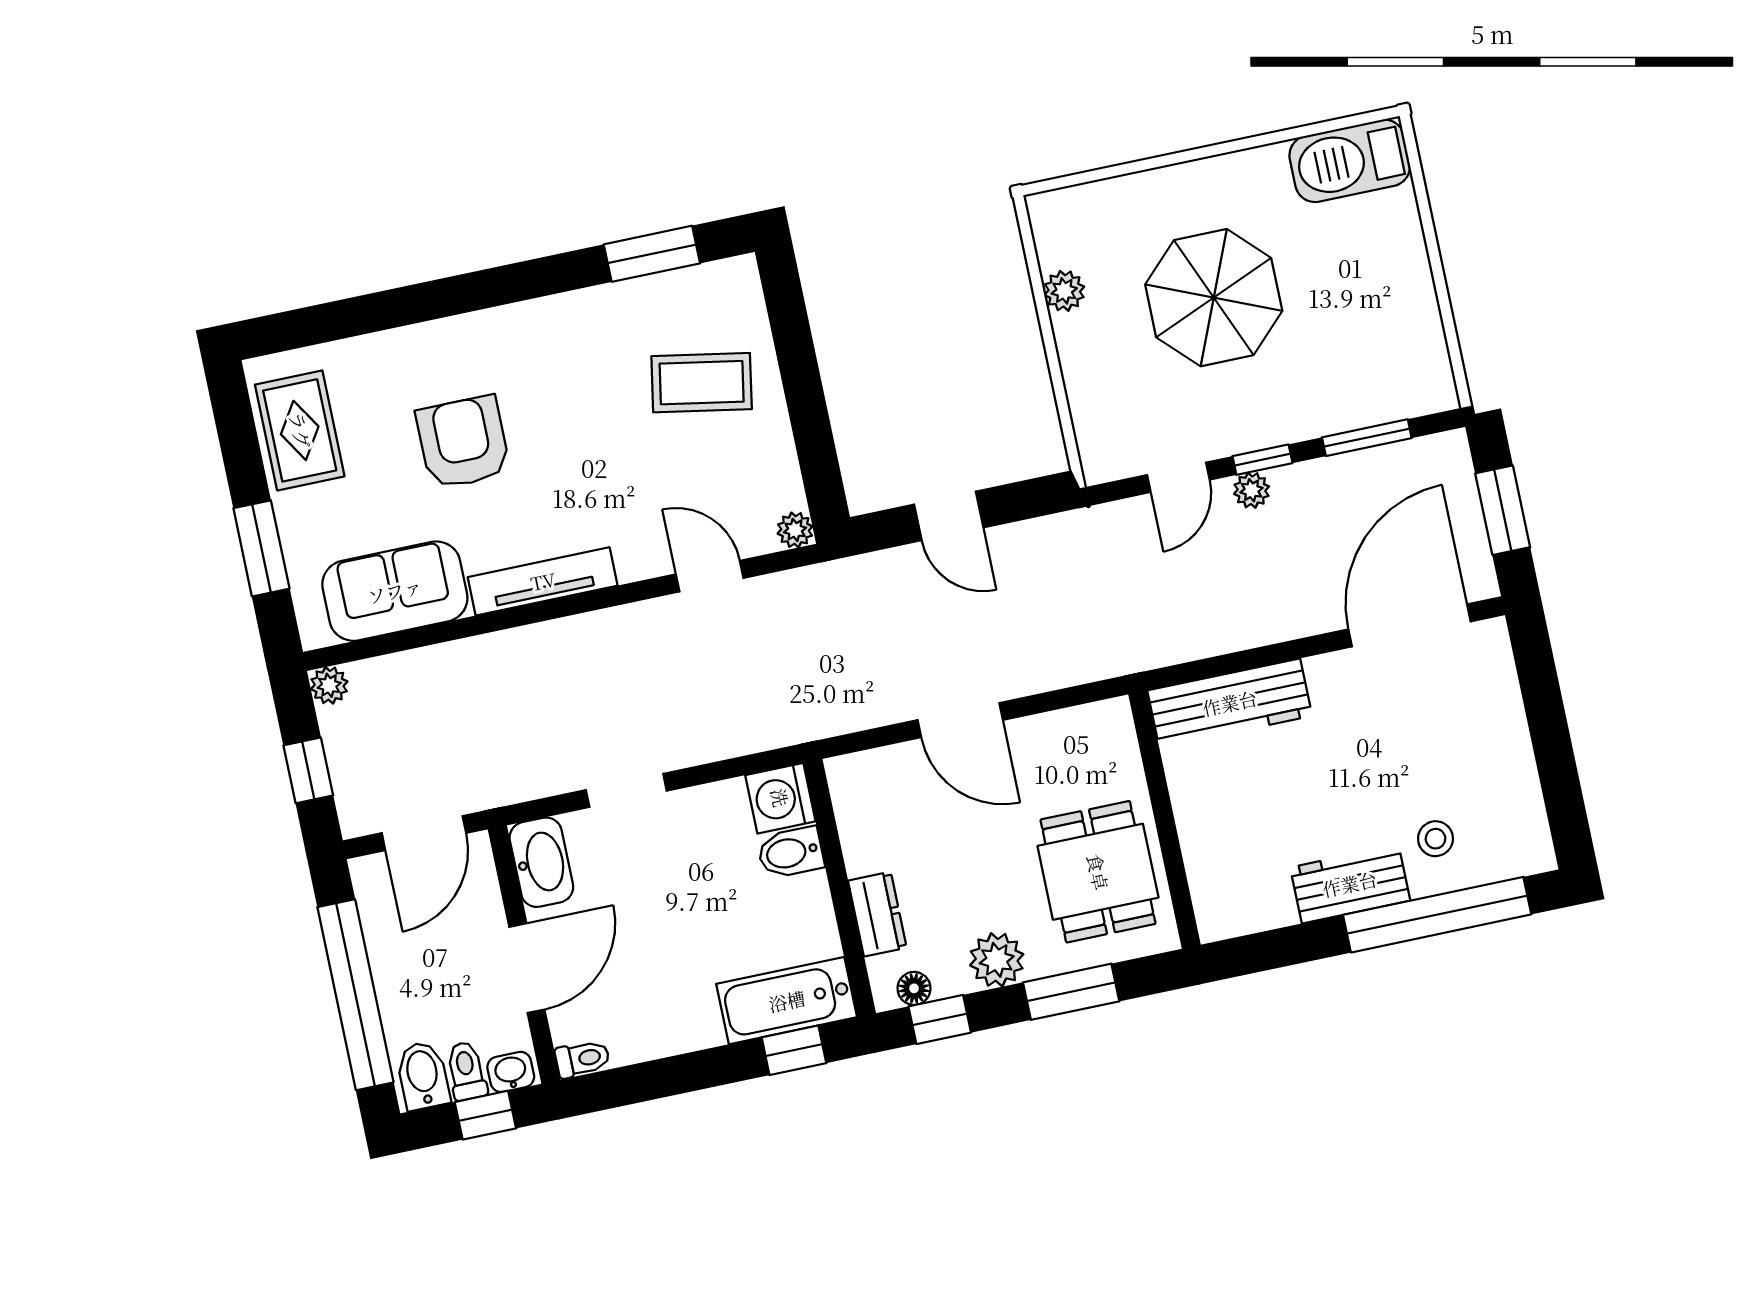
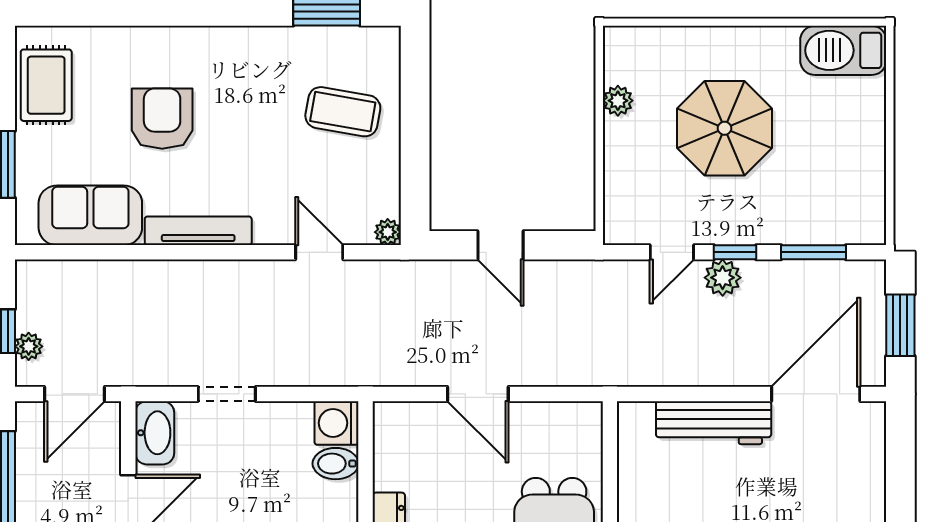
plant: (1252, 490) -> (723, 278), width x1.38, depth x1.38
plant: (329, 685) -> (29, 346), moved
workbench: (1230, 703) -> (714, 423), moved

